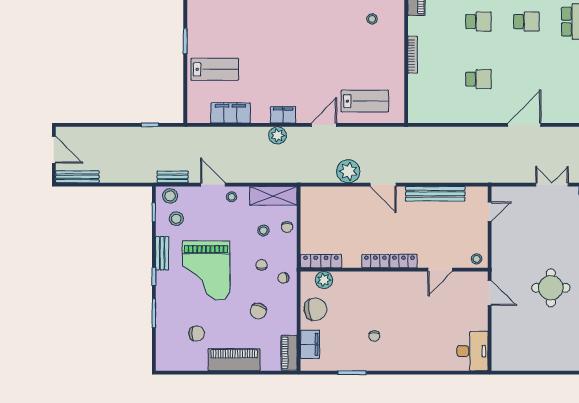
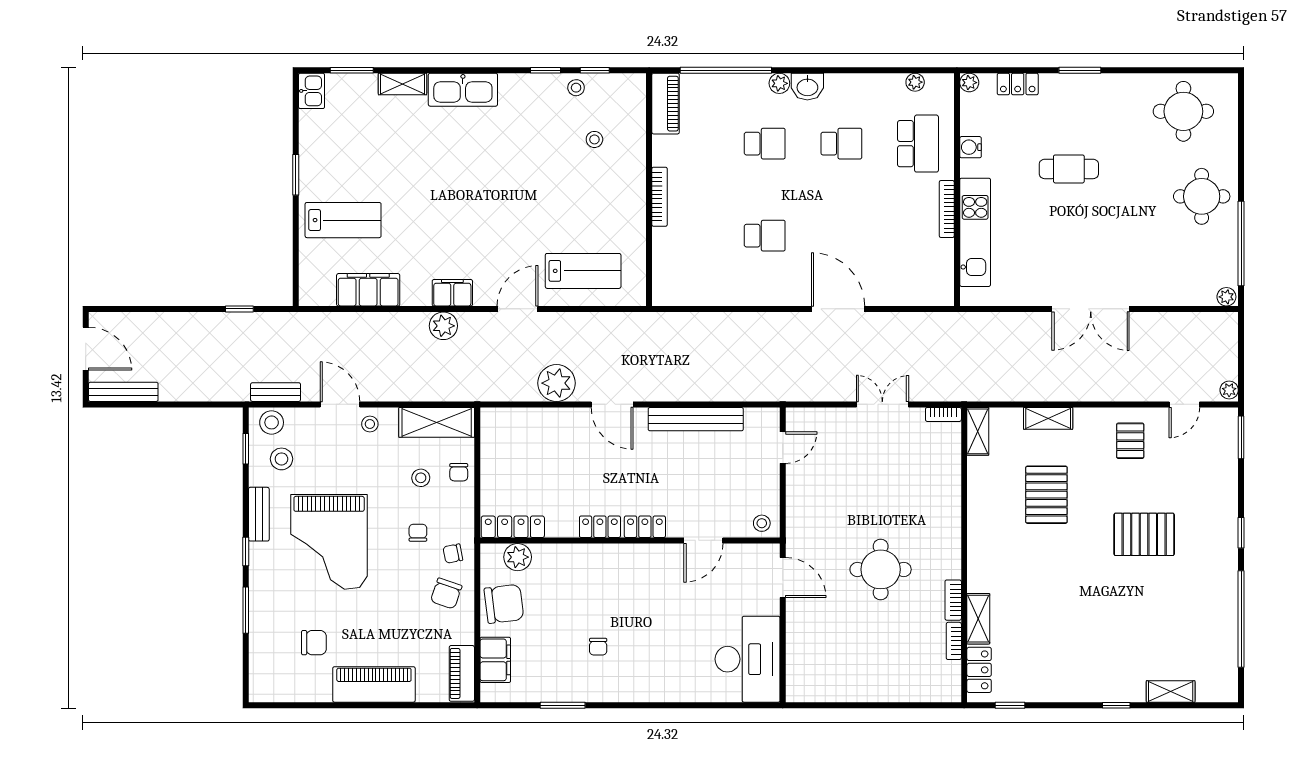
door: (524, 125) -> (838, 309), hinge flipped
chair: (258, 311) -> (446, 594), moved
desk: (472, 351) -> (748, 659), width x1.36, depth x1.30

